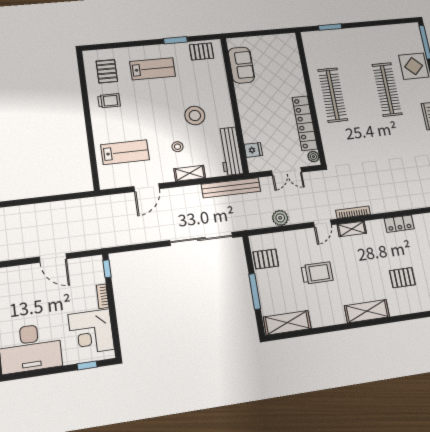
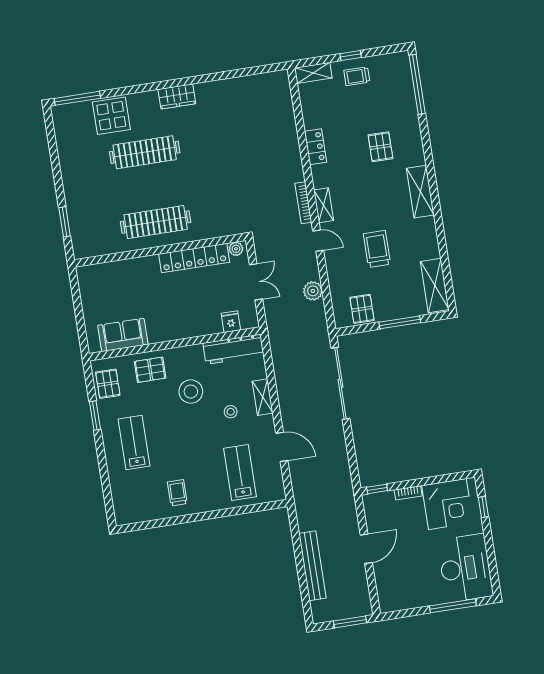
pallet: (107, 71) -> (150, 370), moved
bench: (231, 188) -> (312, 566), moved

